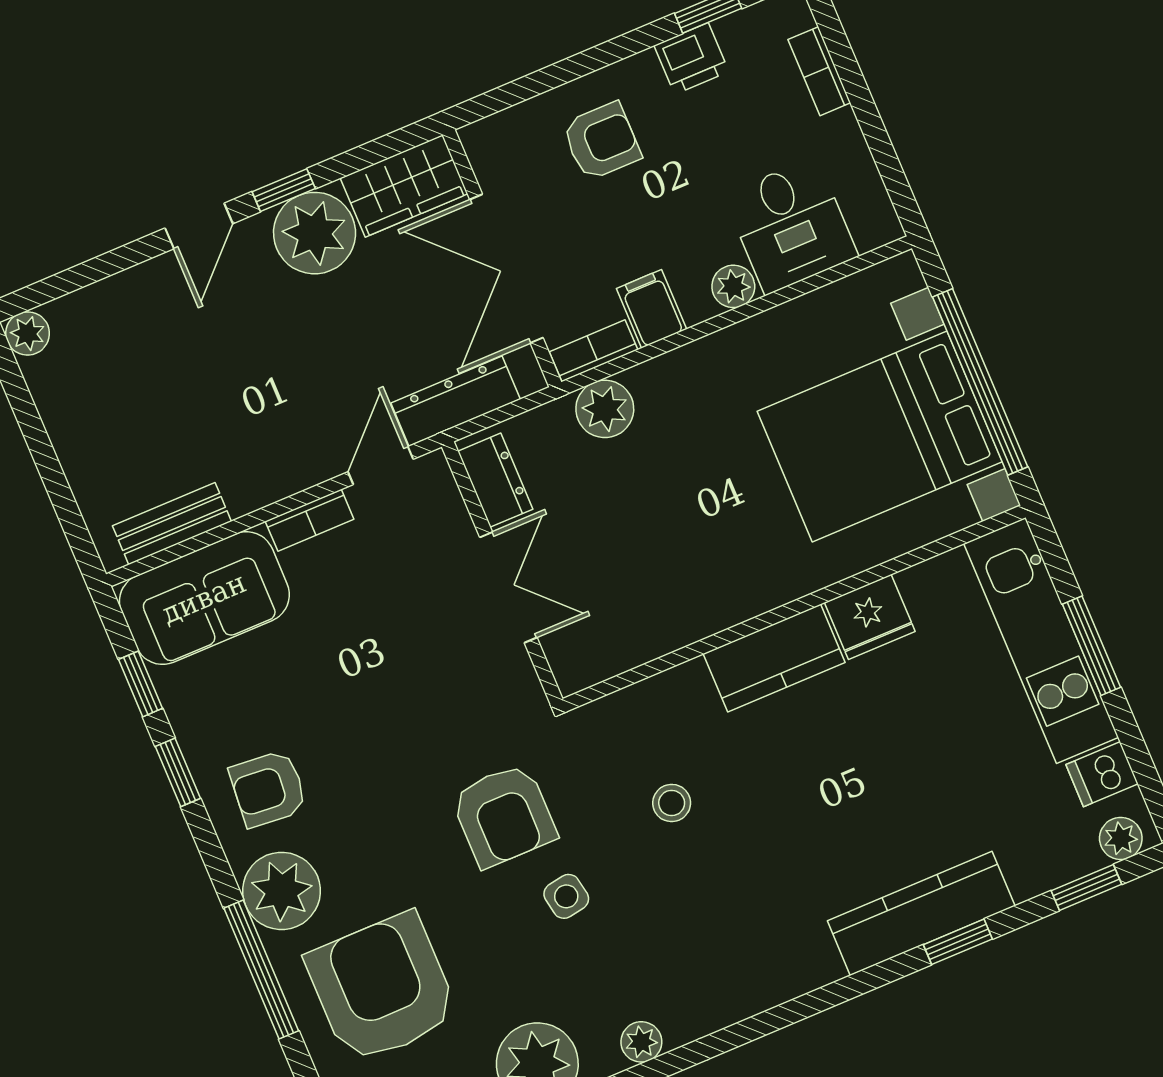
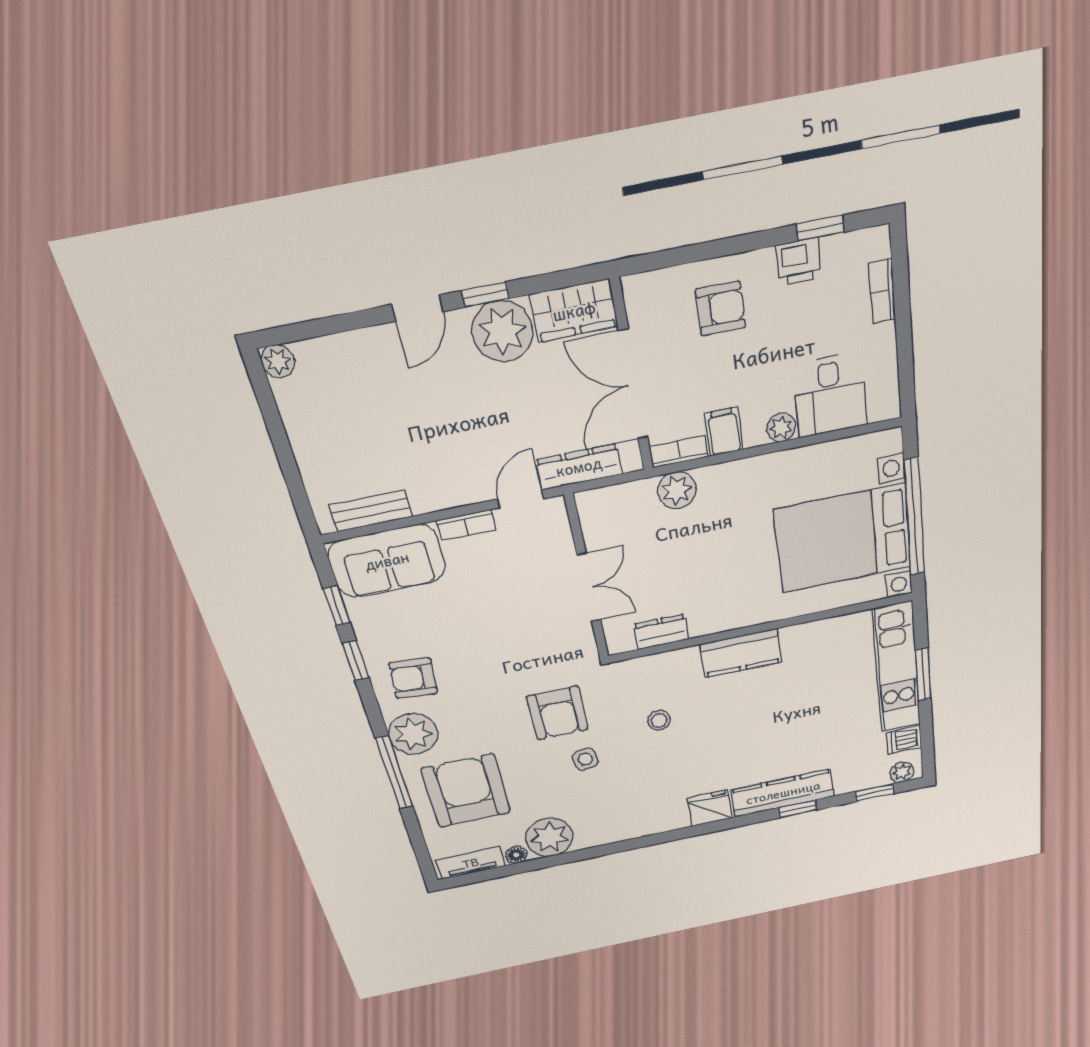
dresser: (495, 480) -> (661, 632), moved, turned -90
fridge: (870, 617) -> (710, 808), moved, turned 180
plant: (641, 1042) -> (611, 834), removed

